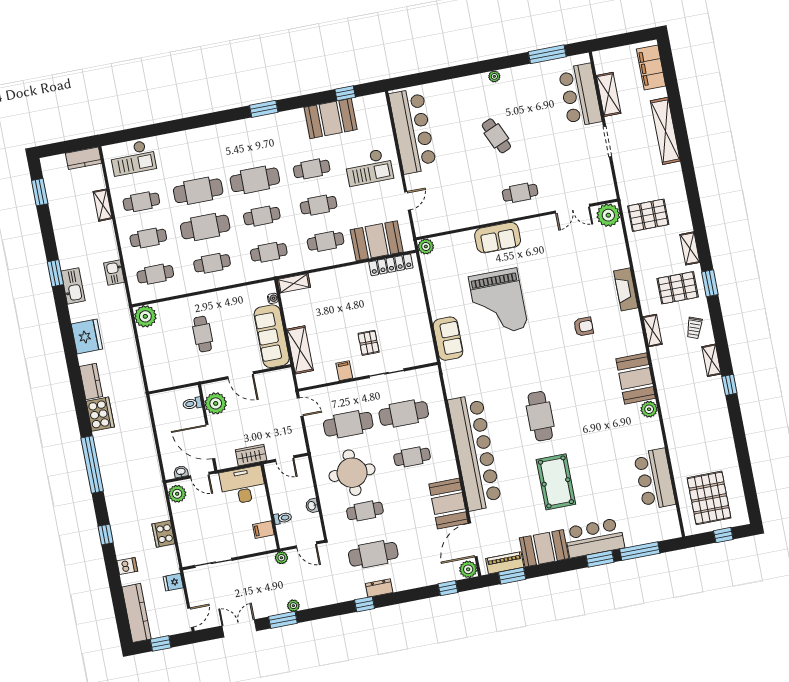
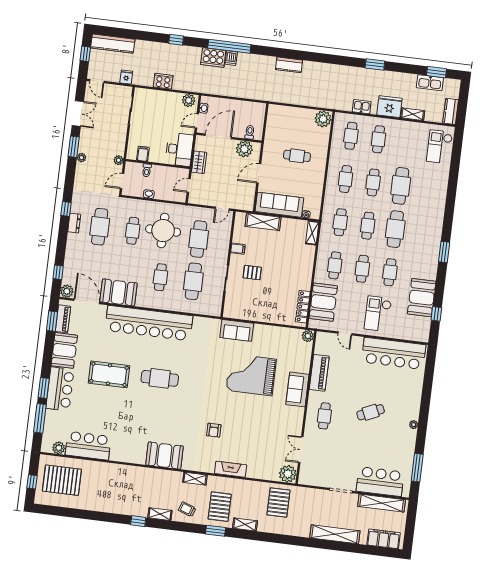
shelving: (609, 94) -> (382, 503), width x1.47
cafe table: (141, 202) -> (406, 143), removed
piano: (468, 217) -> (319, 373), added
cafe table: (205, 227) -> (373, 182), width x0.73, depth x0.74
kitchen sink: (73, 286) -> (430, 83), moved
fridge: (87, 337) -> (389, 107), moved, turned 180
plant: (649, 409) -> (59, 448), moved
cooker: (100, 414) -> (213, 58), moved
dishwasher: (127, 566) -> (231, 58), moved

